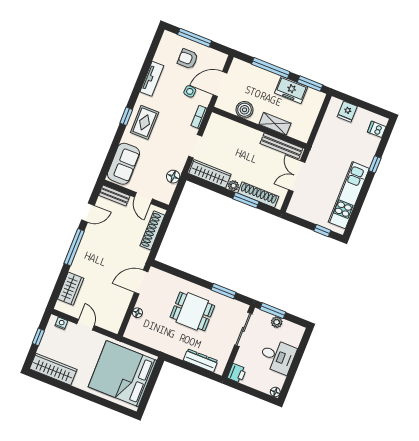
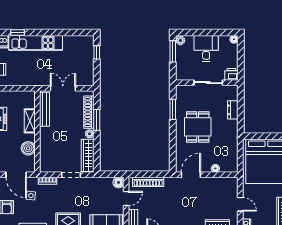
window: (375, 164) -> (18, 32), moved
double door: (297, 176) -> (63, 88), swing flipped
floor lamp: (173, 177) -> (118, 182), moved
kitchen unit: (349, 195) -> (36, 43), moved
door: (141, 282) -> (191, 175), swing flipped
window: (273, 311) -> (173, 51), moved
plant: (277, 322) -> (180, 40), moved
door: (86, 325) -> (240, 204), swing flipped
sliding door: (243, 329) -> (208, 83), moved
dresser: (201, 361) -> (233, 110), width x0.70

